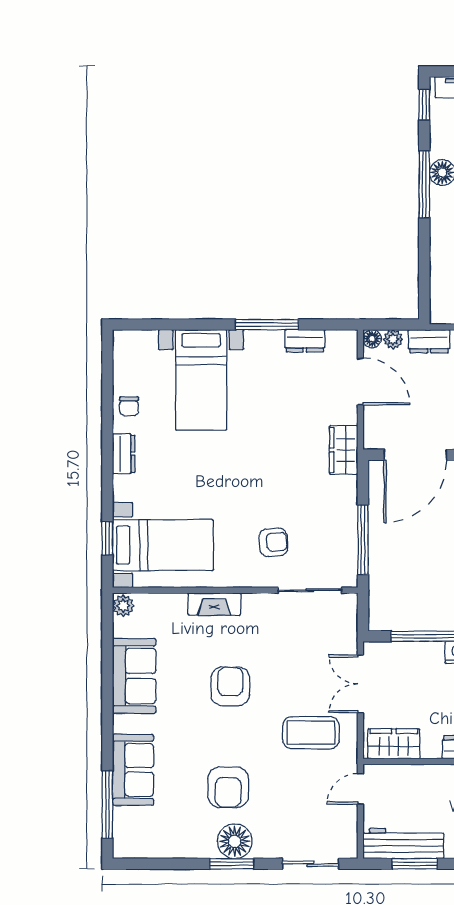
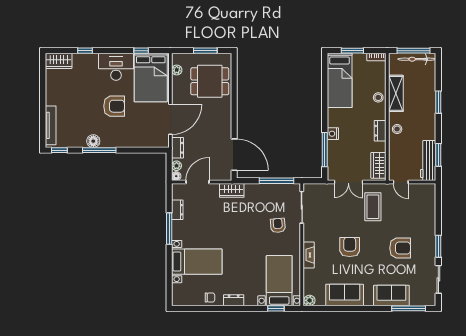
armchair: (230, 686) -> (350, 247), turned 90
floor lamp: (235, 841) -> (427, 245), removed
sliding door: (310, 864) -> (438, 279), moved

